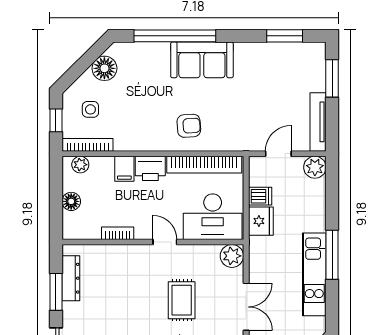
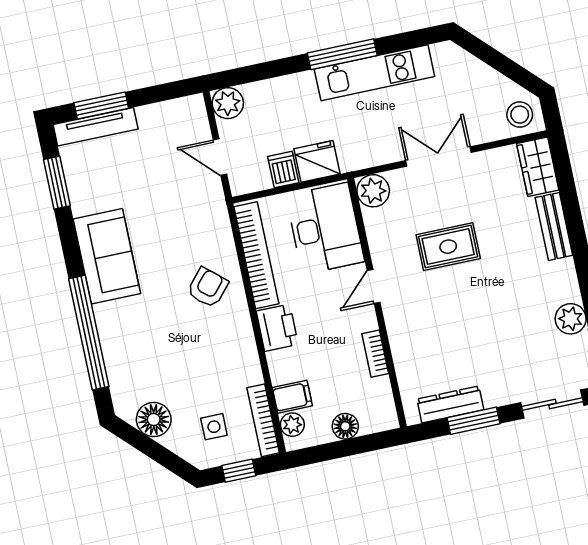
sofa: (202, 60) -> (107, 256), moved
tv unit: (318, 122) -> (96, 127), moved
armchair: (189, 126) -> (208, 287), turned 45
filing cabinet: (124, 169) -> (292, 397), moved

